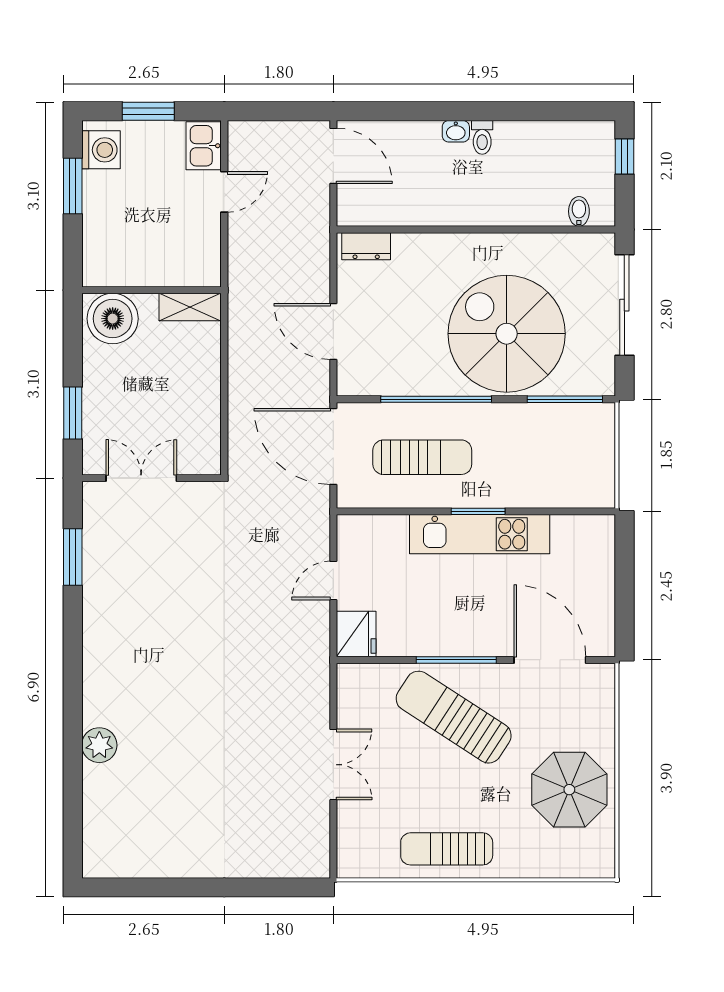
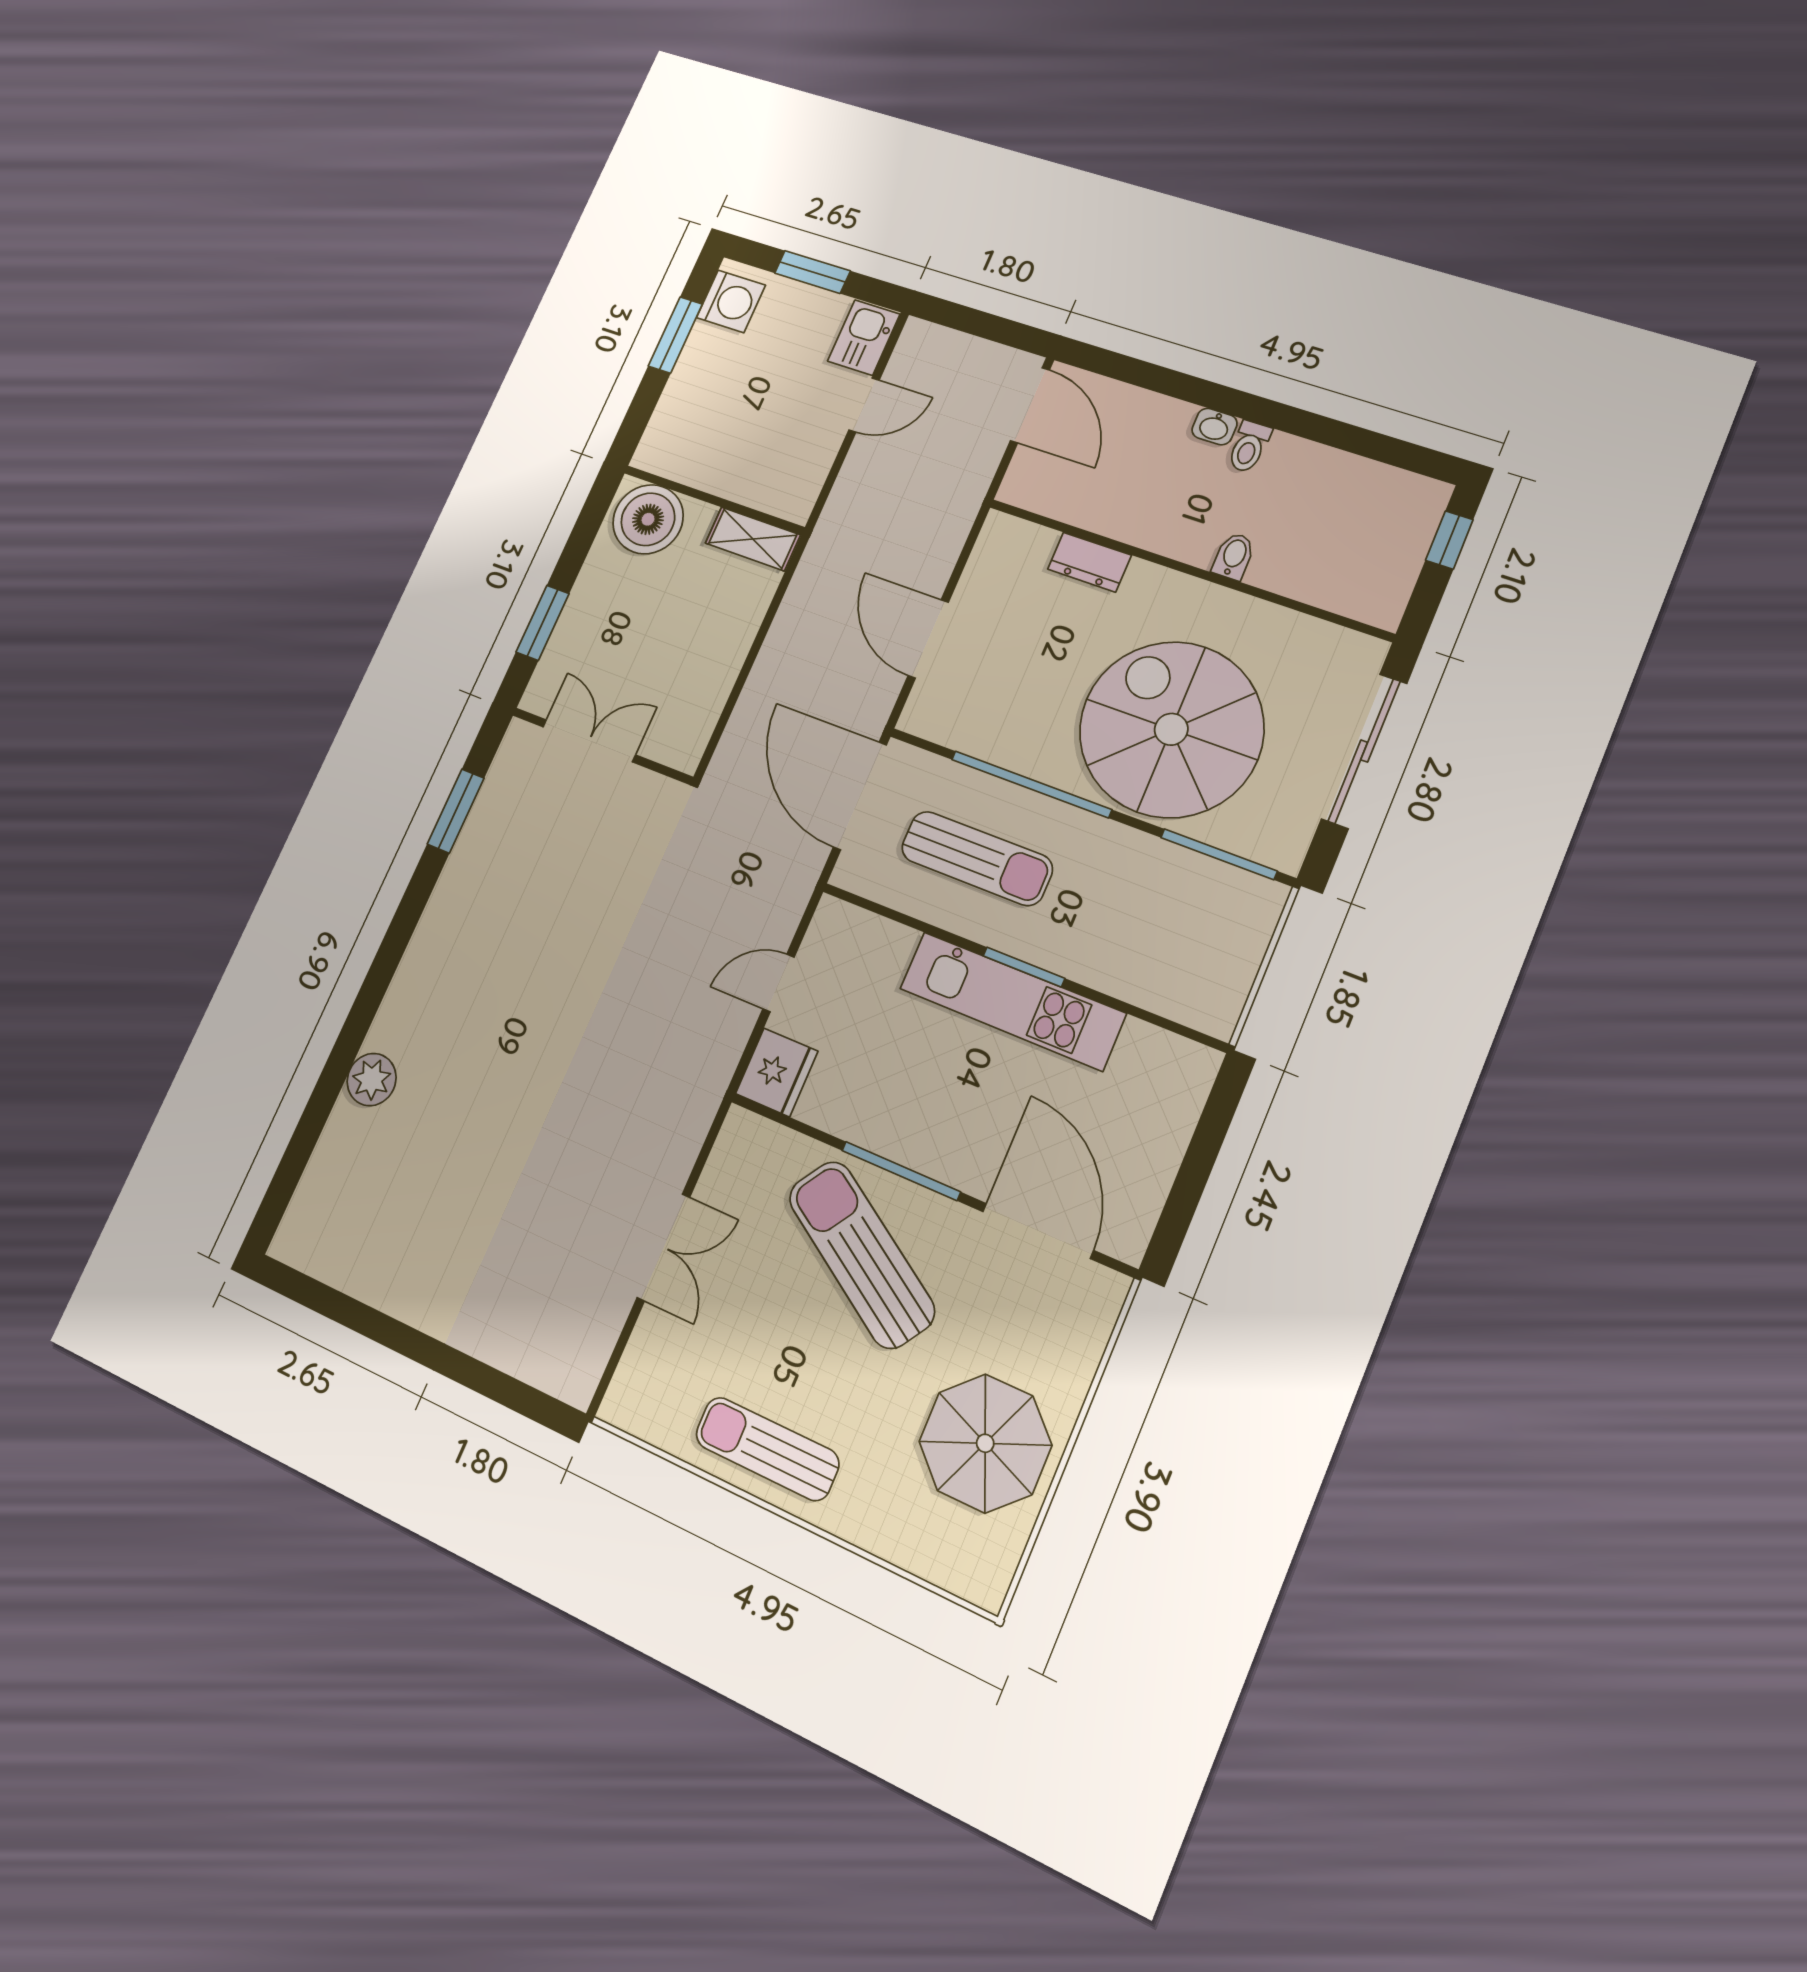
bidet: (579, 211) -> (1234, 556), moved
dresser: (366, 246) -> (1089, 562), moved

